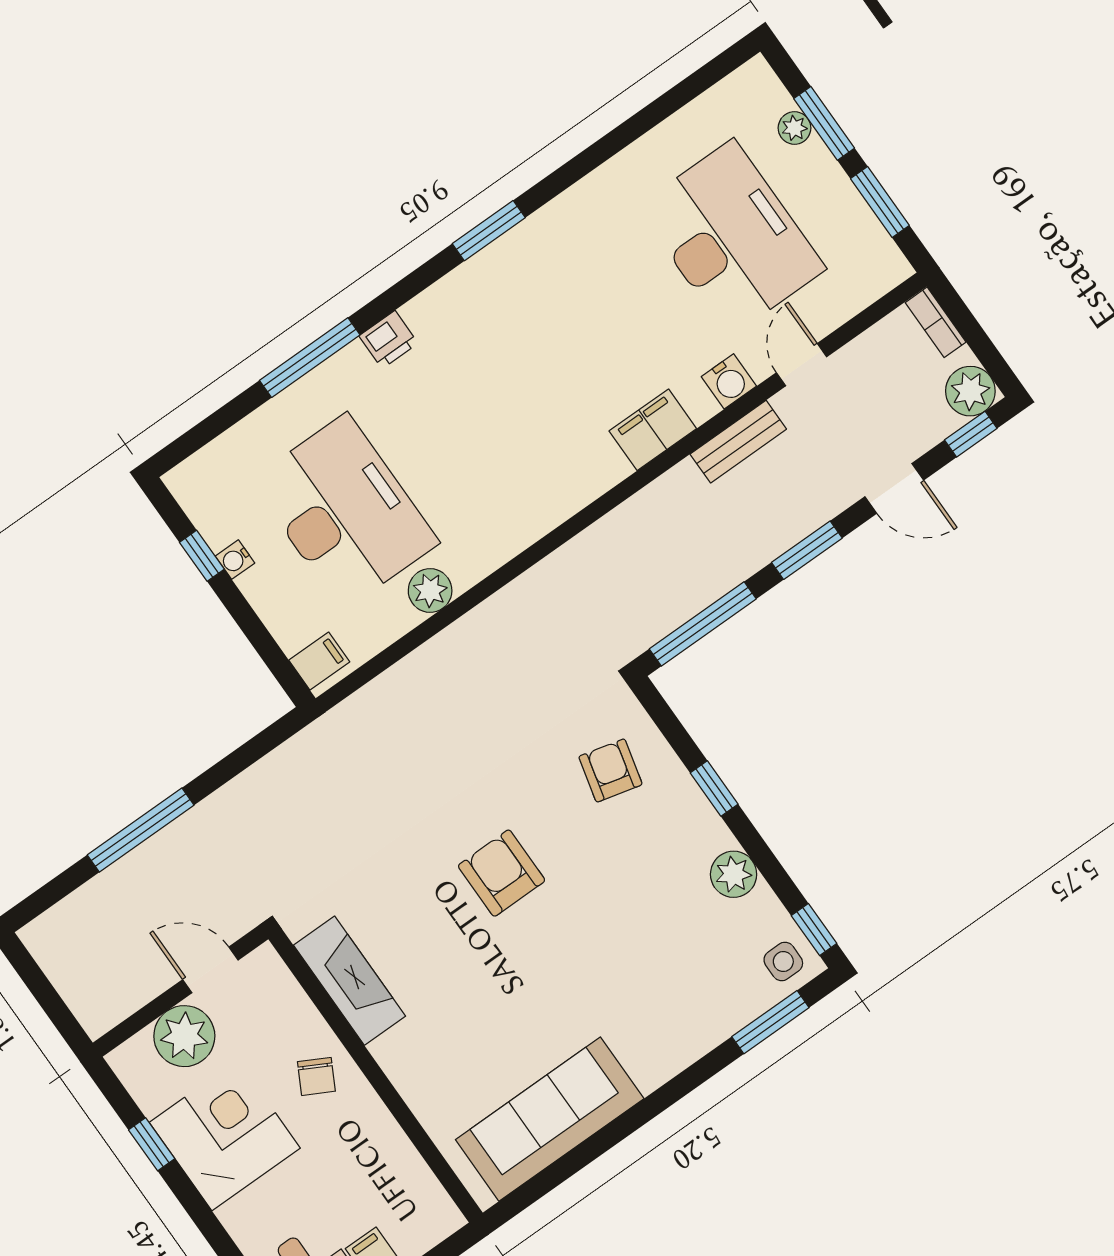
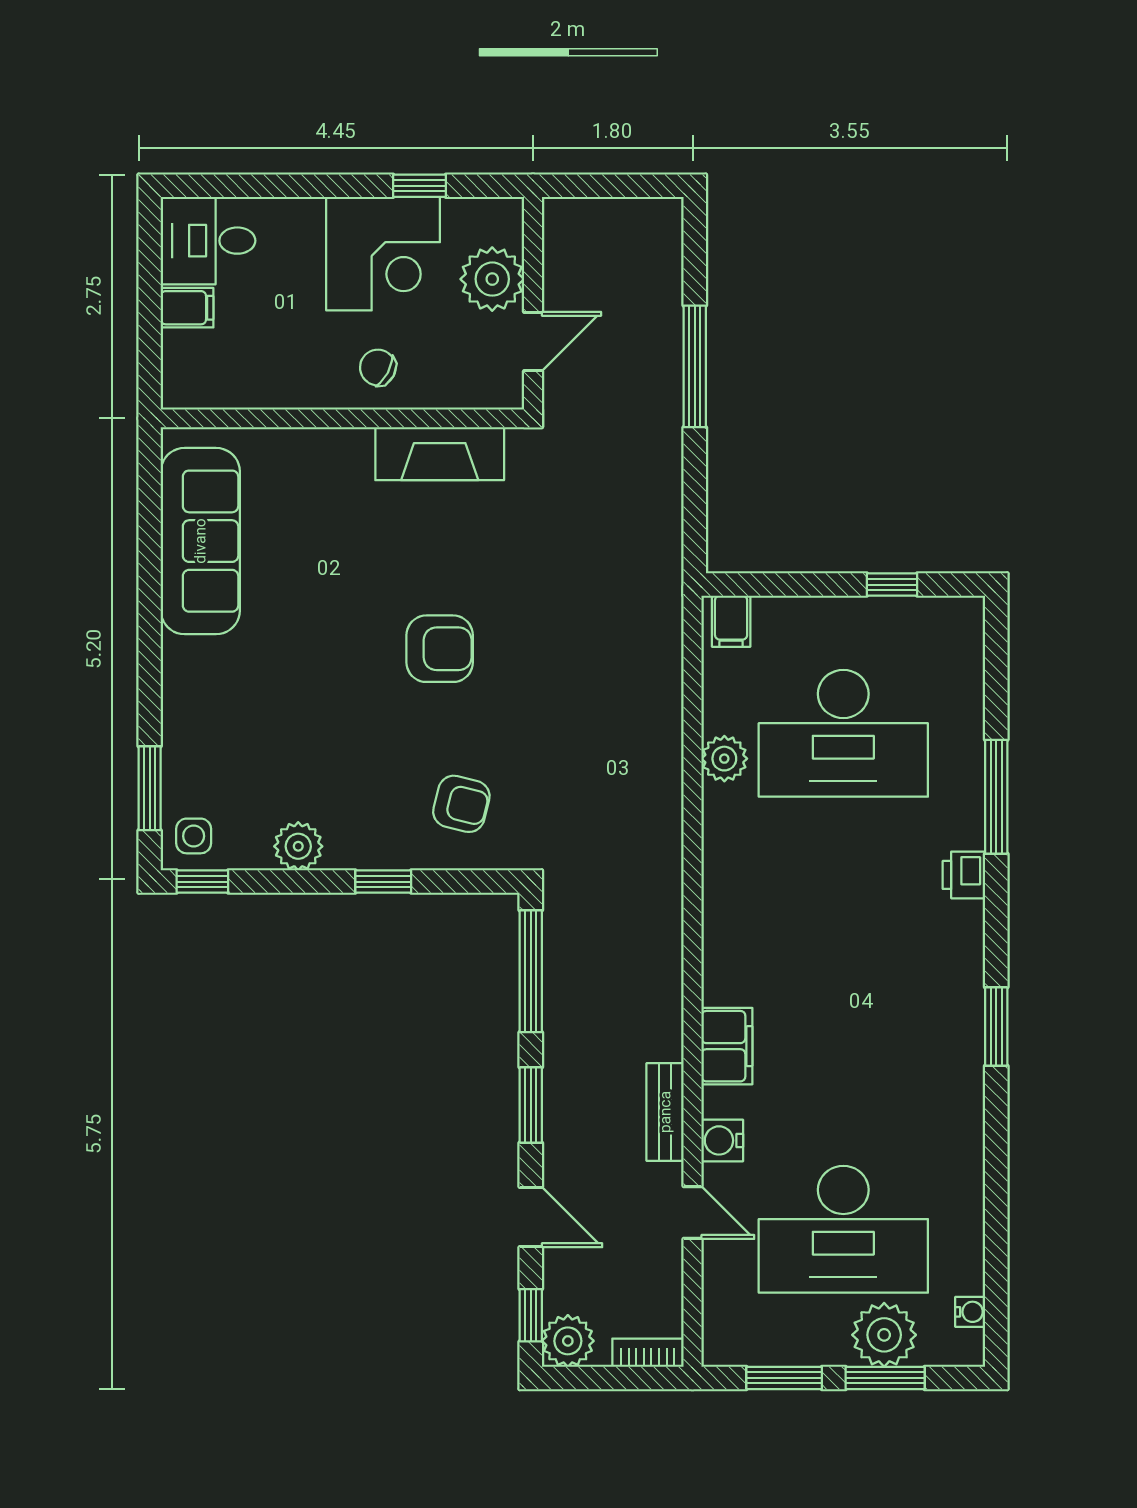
plant: (795, 128) -> (884, 1335), width x1.88, depth x1.88
door: (894, 488) -> (531, 1217), swing flipped
water cooler: (235, 560) -> (970, 1312), moved, turned 90

